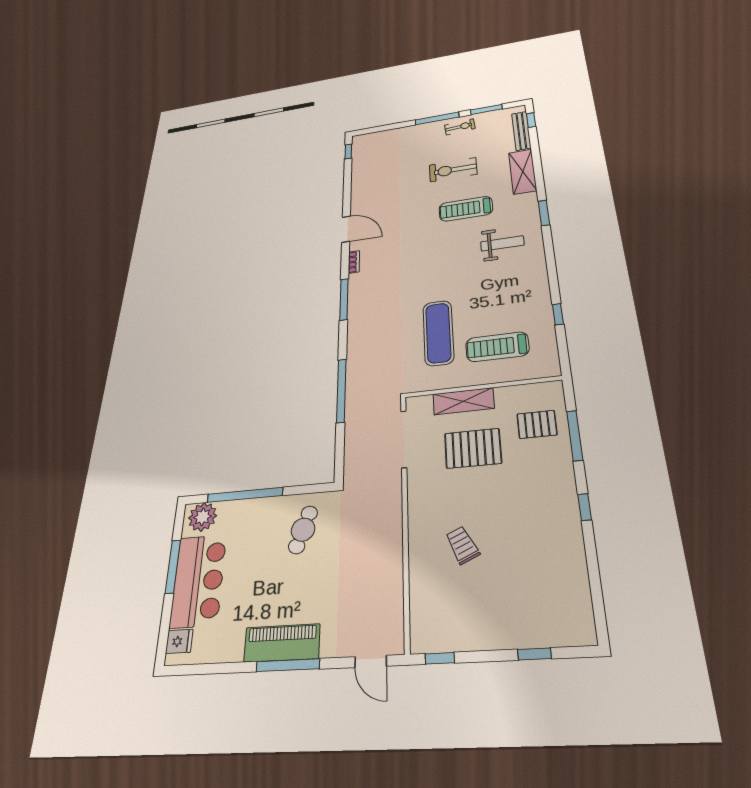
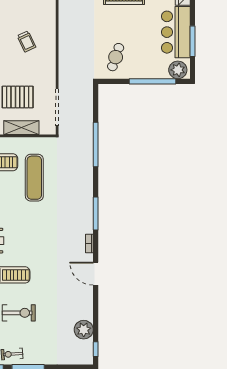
plant: (364, 168) -> (84, 330), added

